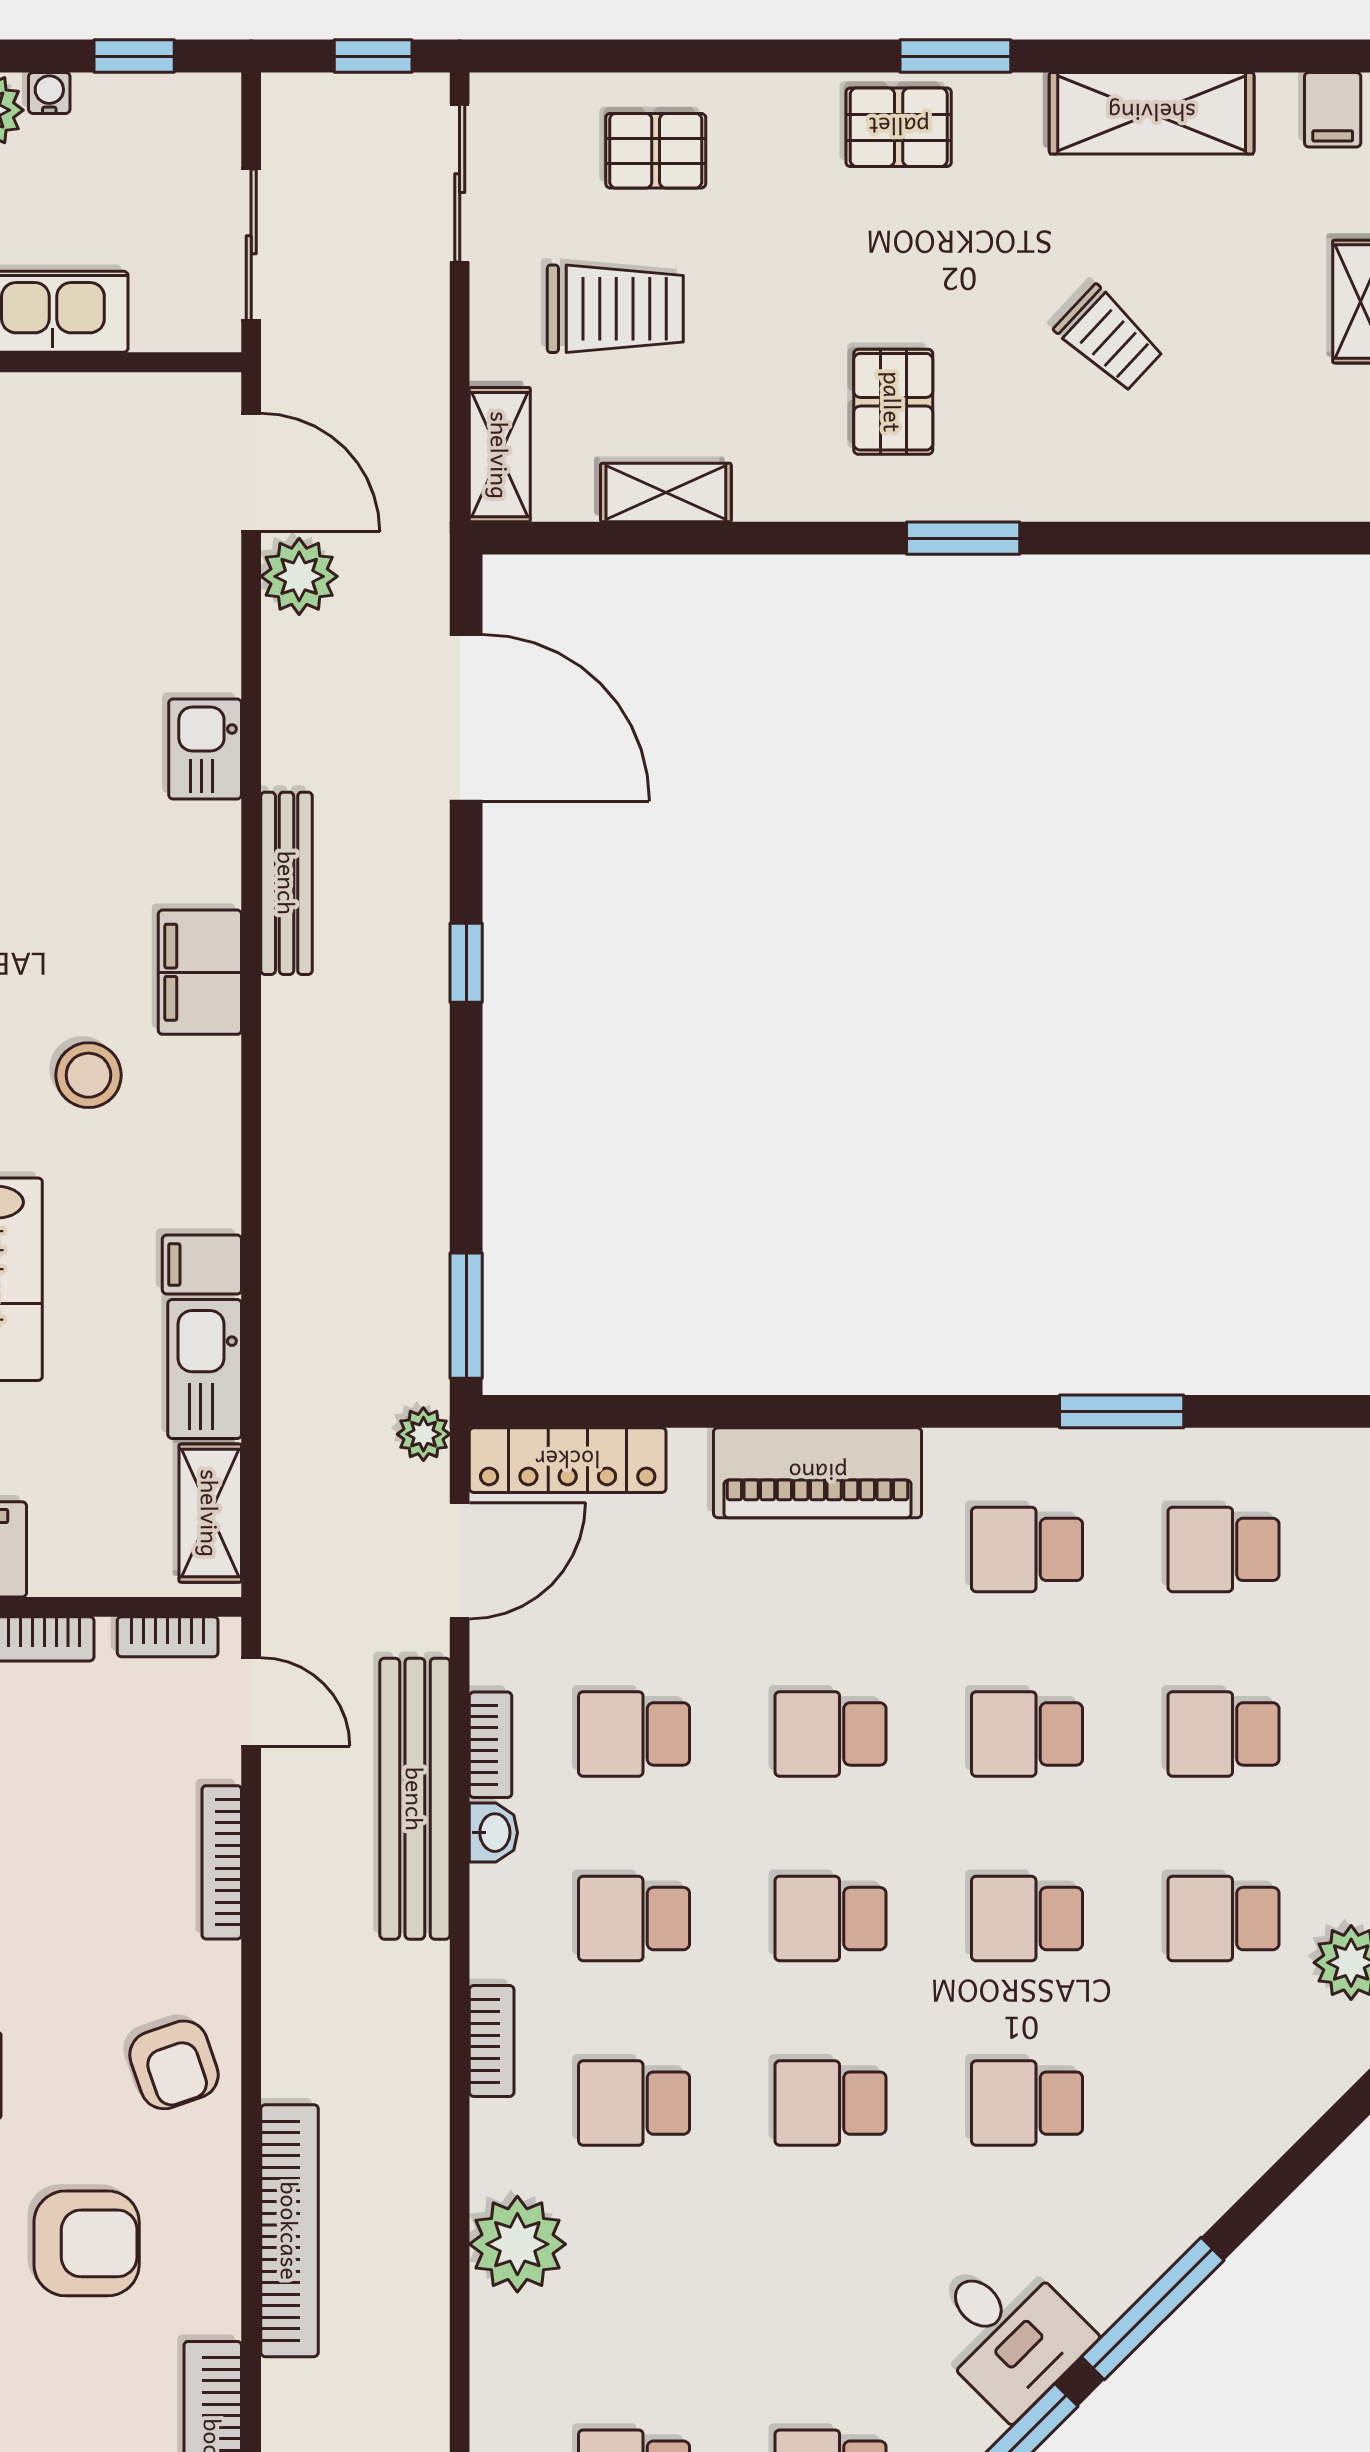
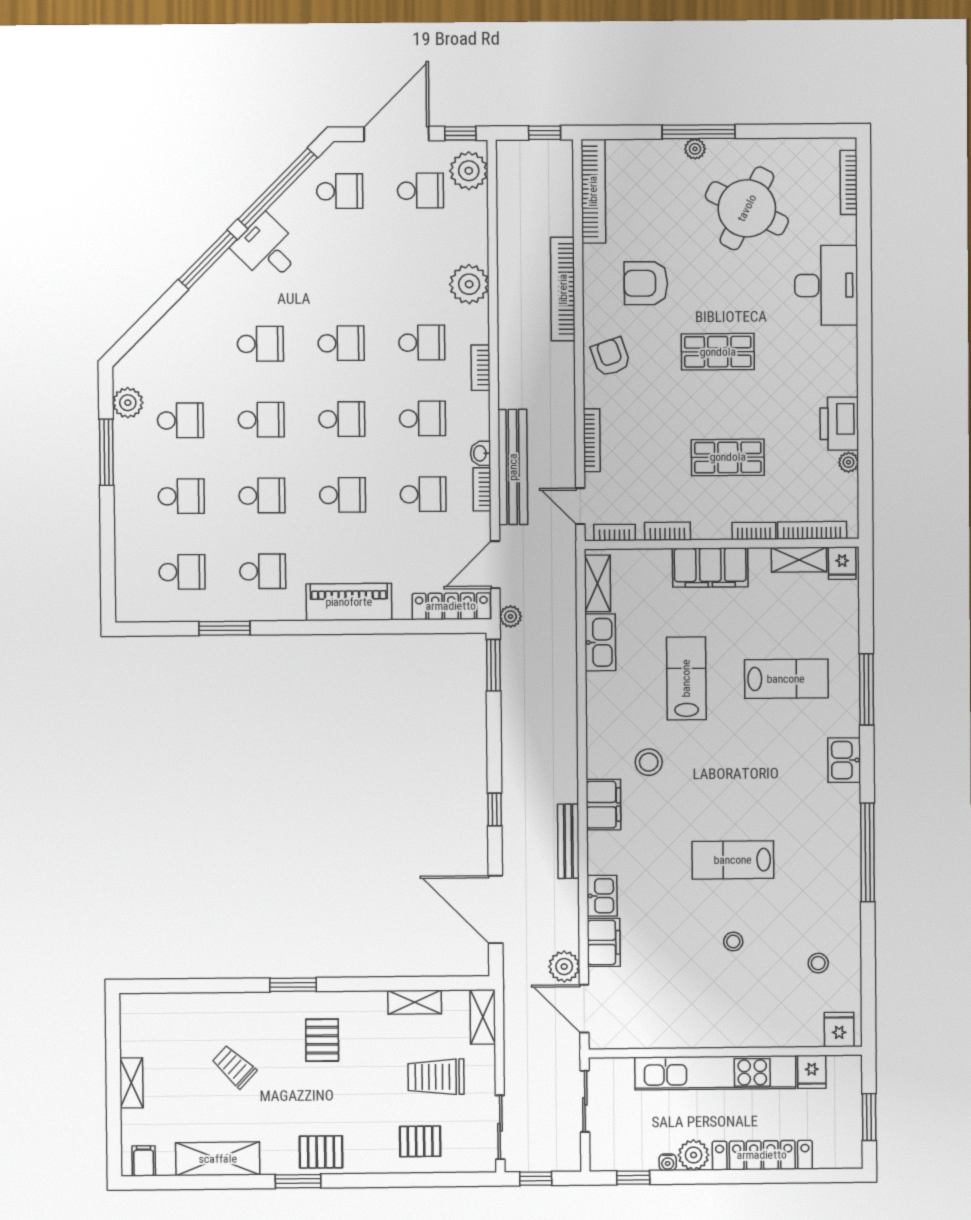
filing cabinet: (202, 1265) -> (604, 942), moved, width x2.00

